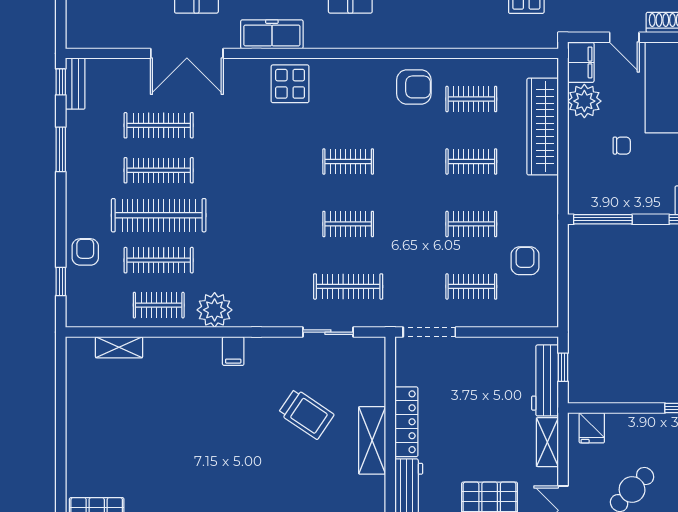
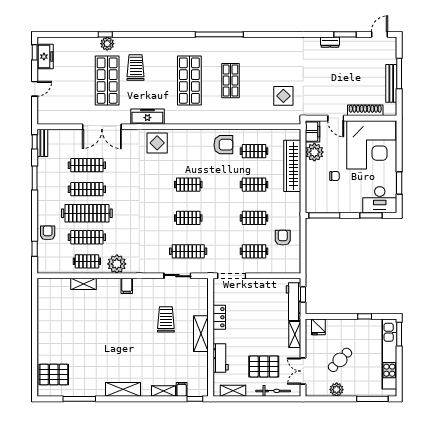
shelving: (119, 347) -> (84, 284), moved
trolley: (306, 414) -> (166, 319), turned -124
locker: (406, 422) -> (219, 317), width x0.66

